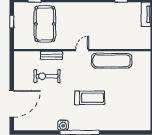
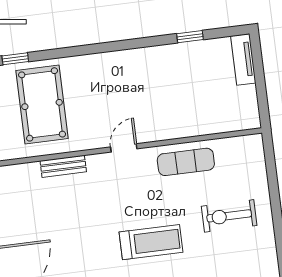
exercise mat: (112, 61) -> (186, 162), width x0.73, depth x0.69
exercise bike: (47, 76) -> (229, 216), moved

